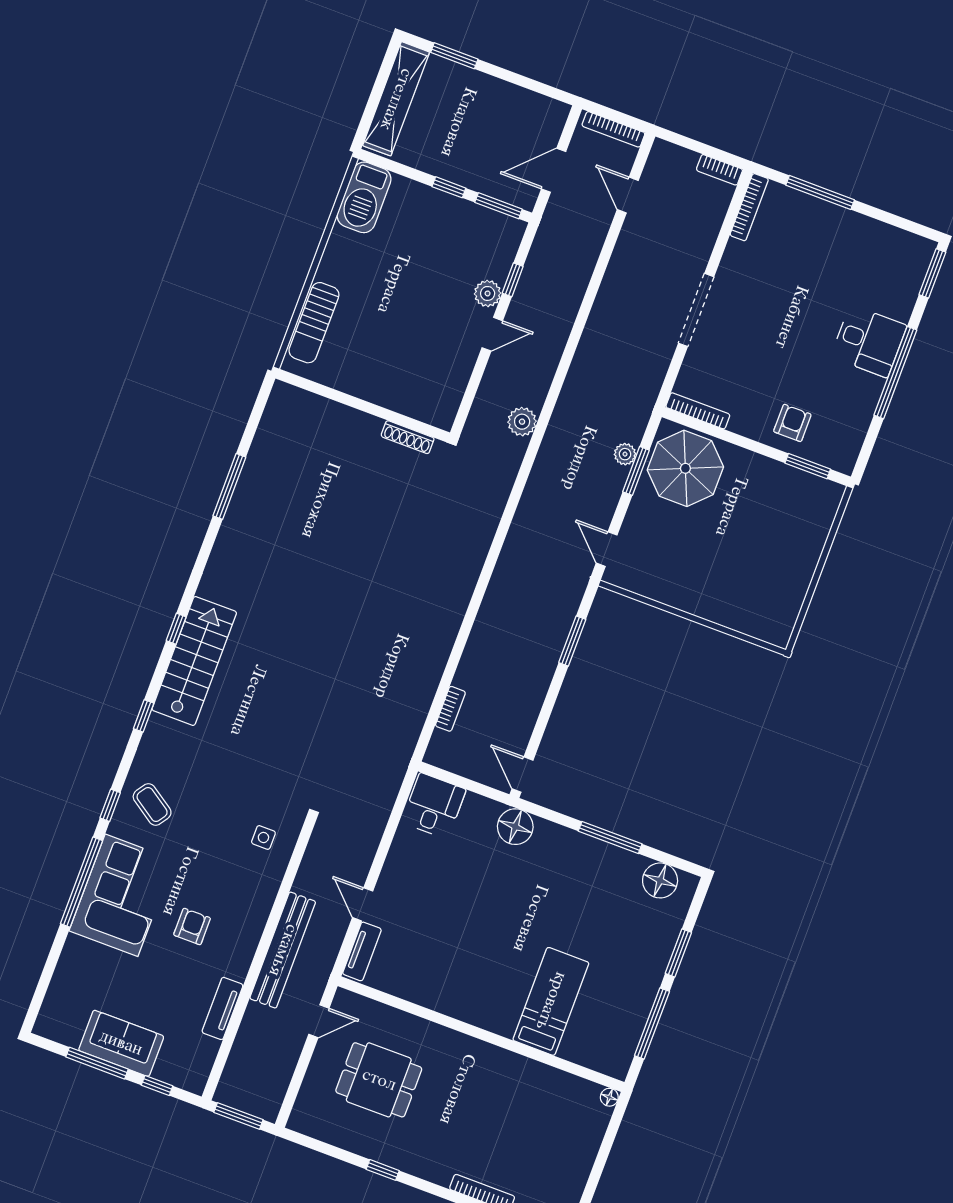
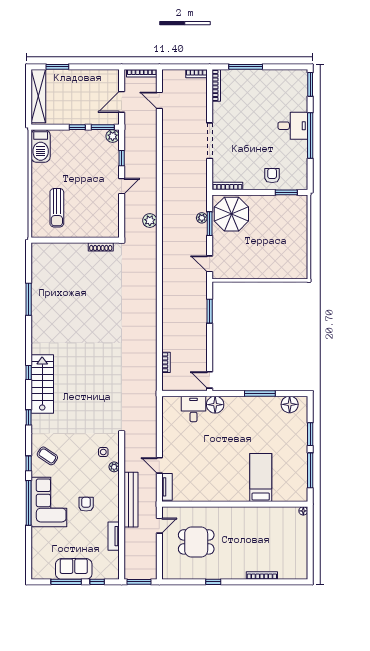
plant: (488, 293) -> (113, 136), moved
sun lounger: (314, 323) -> (57, 208), moved
desk: (434, 806) -> (193, 409), moved
plant: (274, 874) -> (114, 467), added

